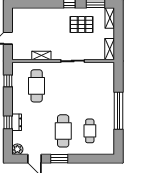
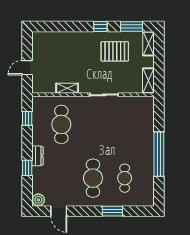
dresser: (17, 122) -> (38, 156), moved
window: (59, 159) -> (112, 211), moved

